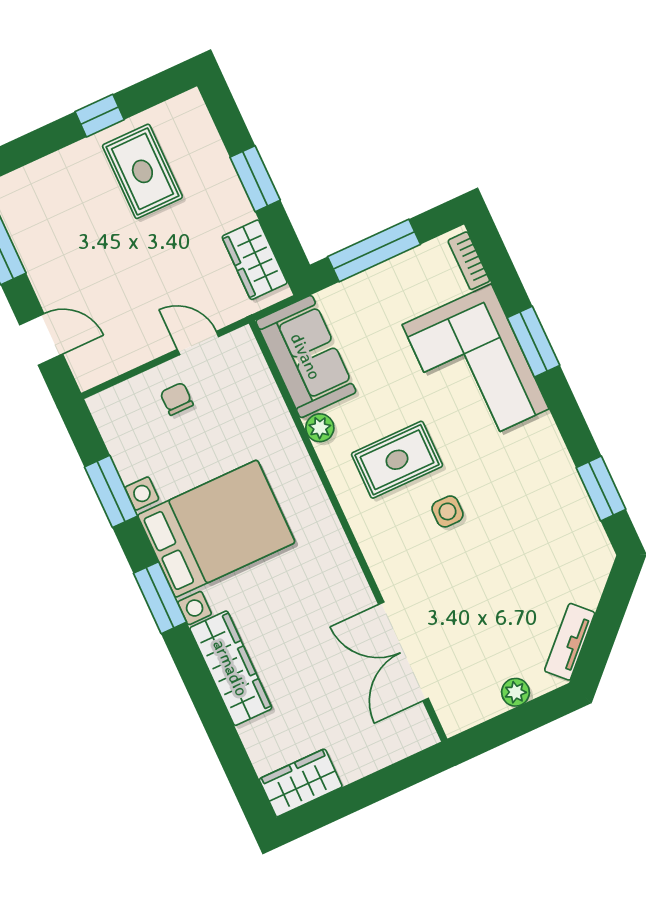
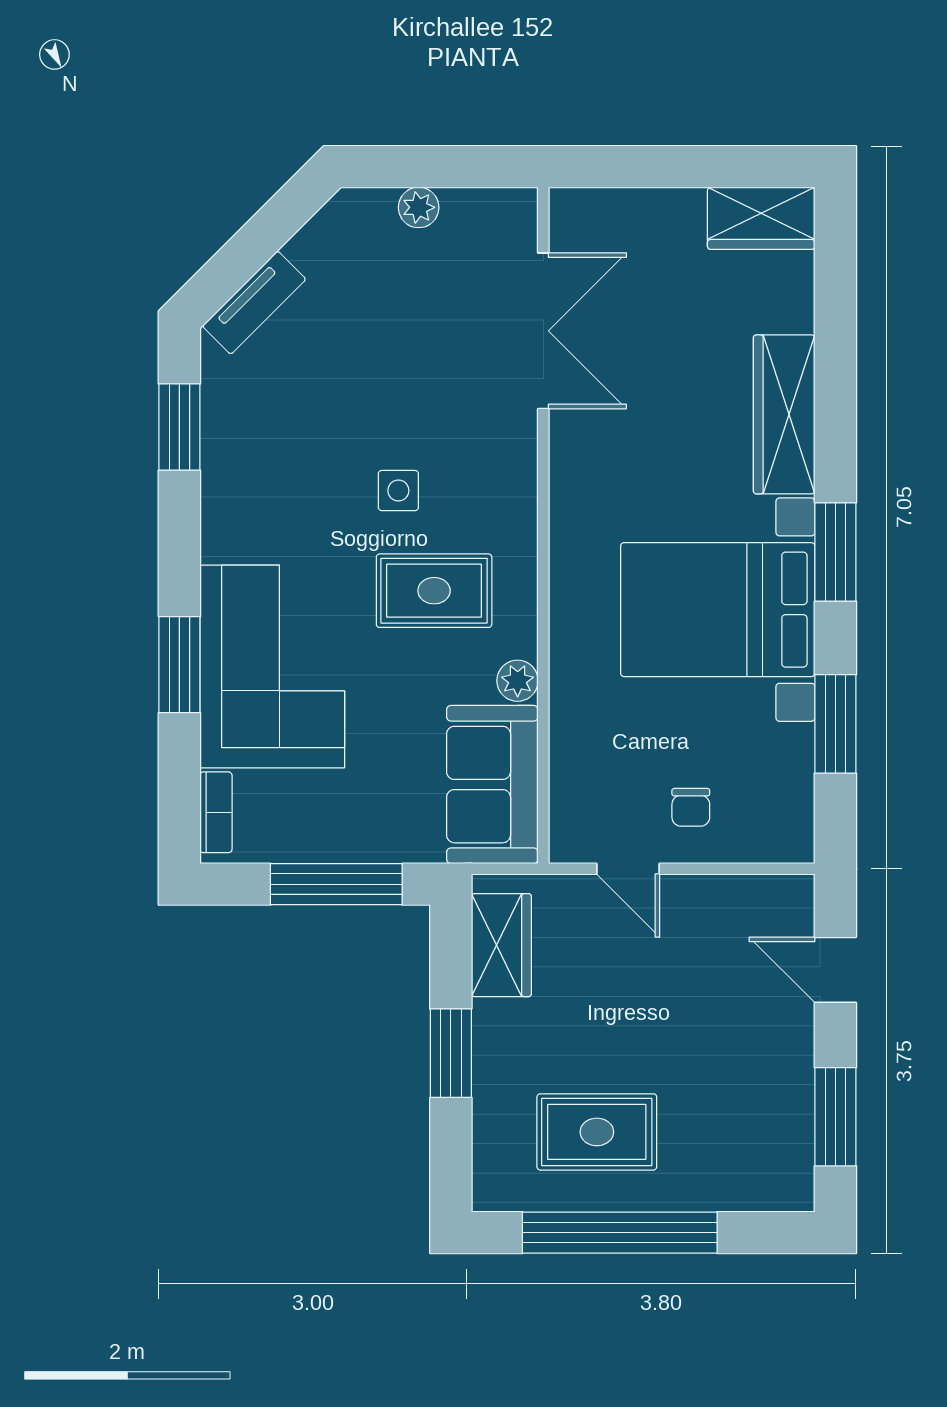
window: (100, 116) -> (620, 1233), width x3.17
rug: (142, 171) -> (597, 1132), turned 90
tv unit: (570, 642) -> (254, 303), moved

